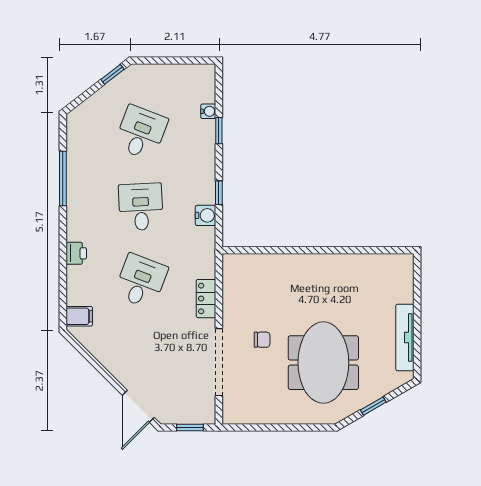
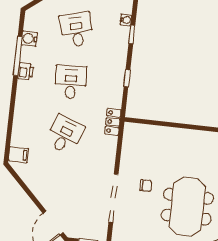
desk: (141, 133) -> (77, 30), turned -36
water cooler: (206, 215) -> (29, 39), moved, turned 180
printer: (76, 253) -> (26, 71), moved
locker: (206, 299) -> (113, 122), moved

